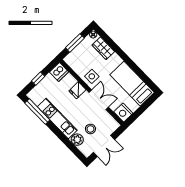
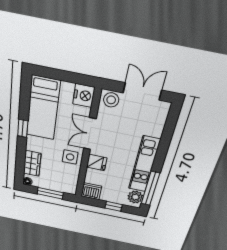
window: (129, 62) -> (23, 128), added
stool: (90, 129) -> (111, 100), moved
plant: (77, 140) -> (135, 197), moved

